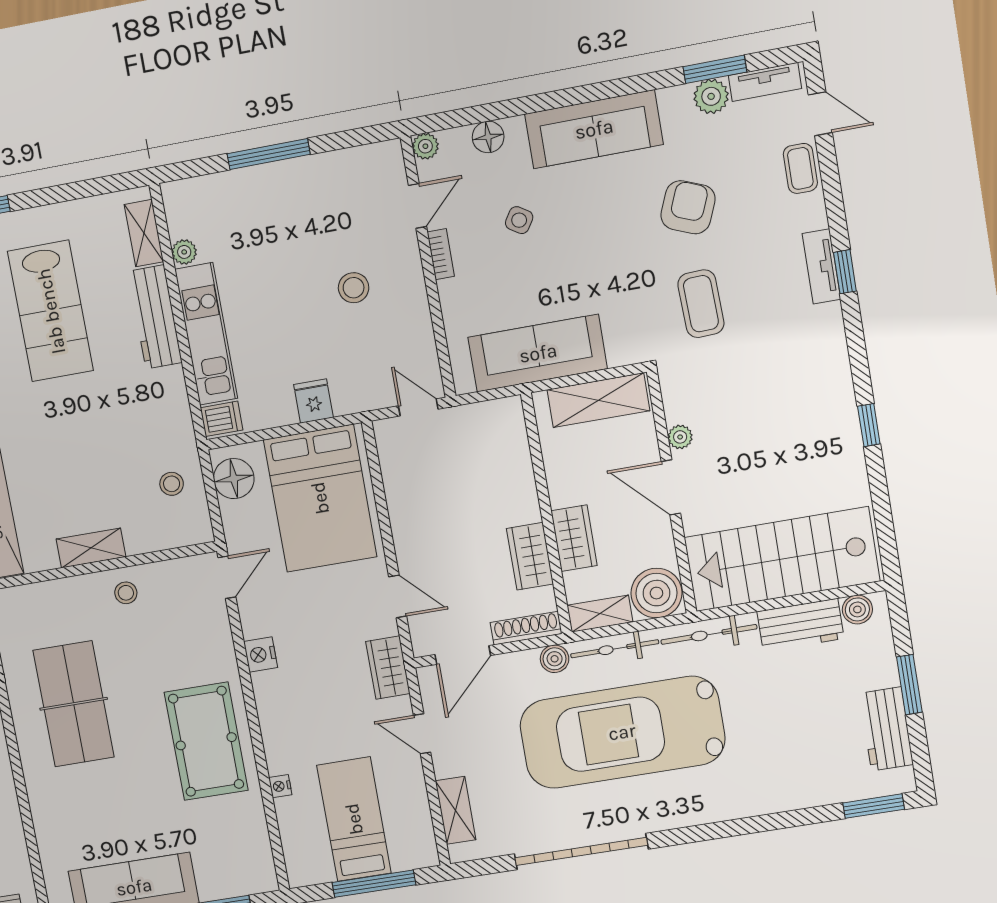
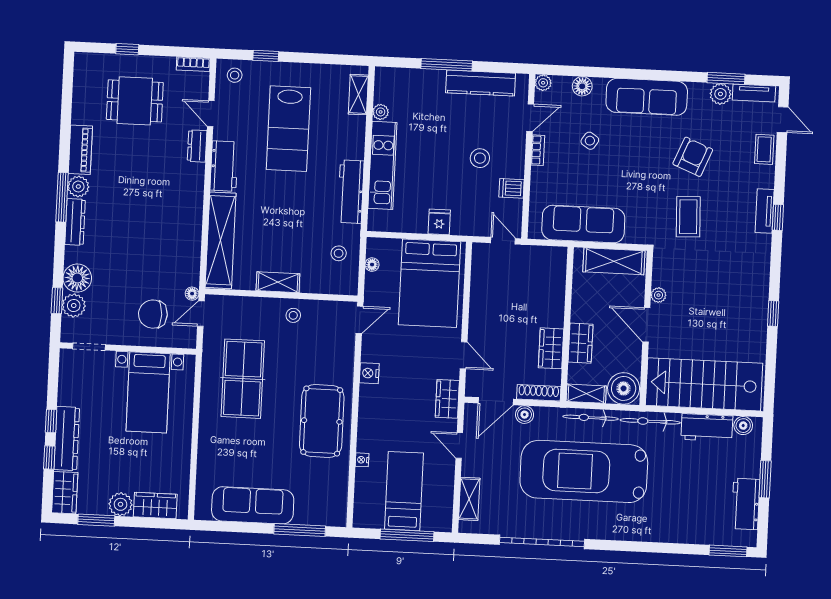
kitchen counter: (328, 170) -> (481, 83), added
workbench: (155, 317) -> (351, 192), moved
dishwasher: (222, 419) -> (512, 188), moved, turned 180
floor lamp: (234, 479) -> (372, 265), width x0.53, depth x0.53
boiler: (555, 659) -> (525, 415), moved

